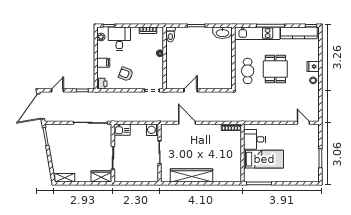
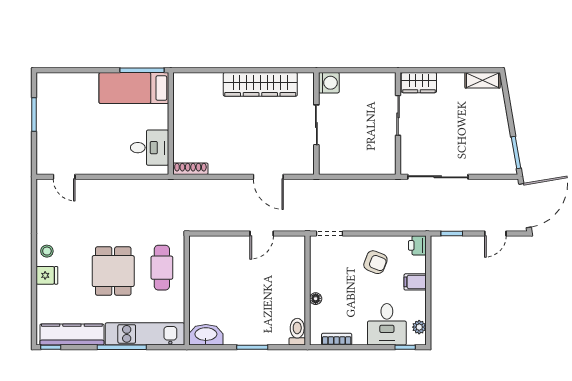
kitchen sink: (122, 130) -> (382, 165), removed
washing machine: (152, 130) -> (329, 83), moved
bed: (264, 159) -> (134, 88), moved

